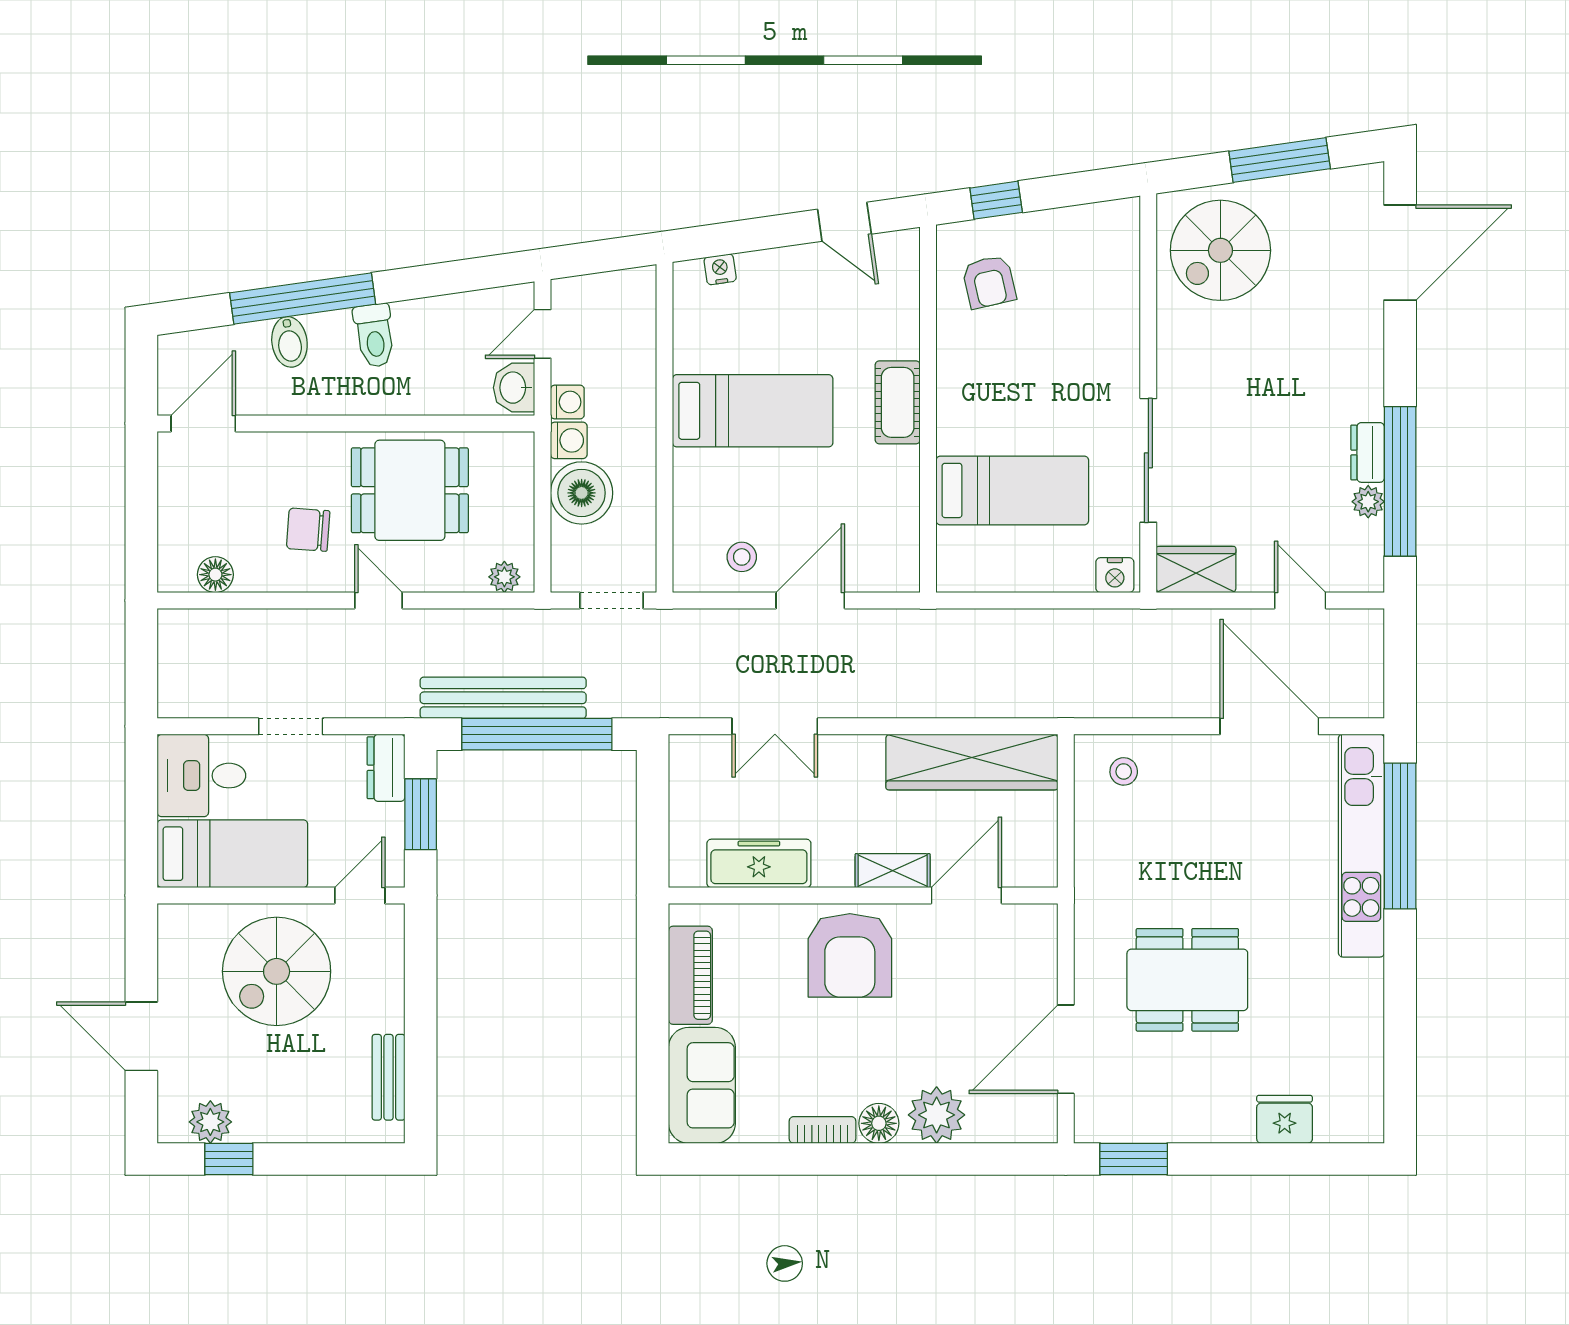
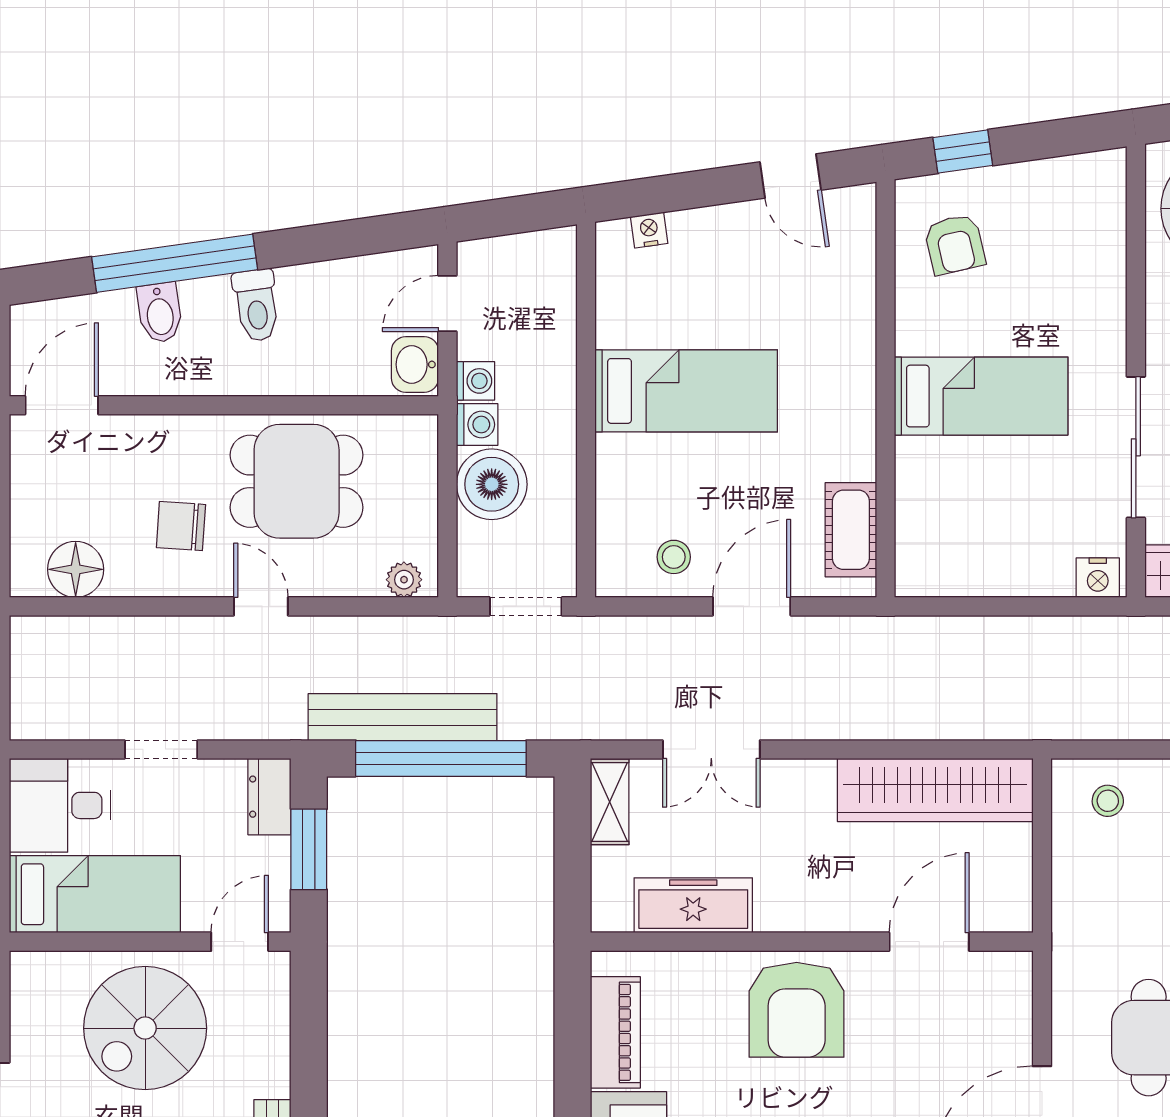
cot: (898, 402) -> (851, 530), moved
bed: (1012, 490) -> (981, 396), moved
floor lamp: (215, 575) -> (76, 569), width x1.38, depth x1.38
shelving: (893, 871) -> (610, 802), moved, turned 90

